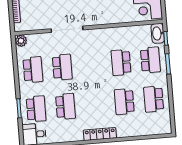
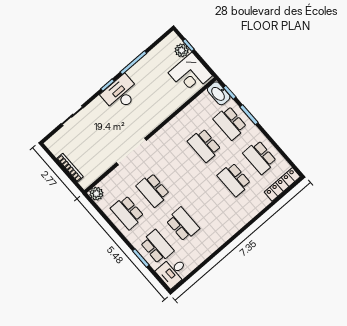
school desk: (150, 60) -> (230, 123), turned 180
school desk: (62, 67) -> (153, 190), turned 180
school desk: (33, 70) -> (127, 212), turned 180
locker: (100, 134) -> (282, 184), moved

